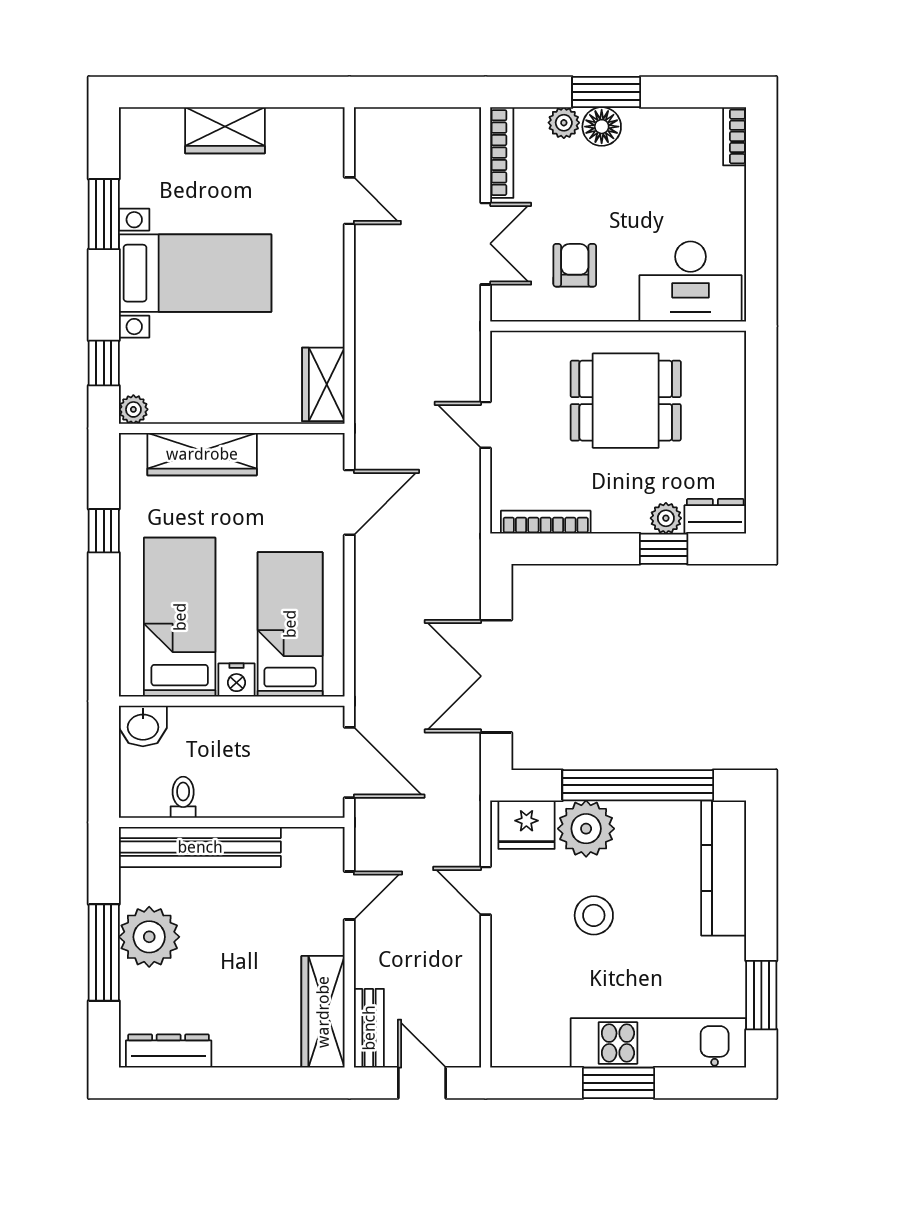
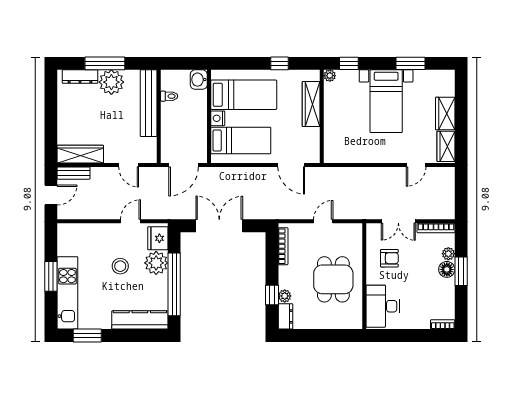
wardrobe: (323, 384) -> (446, 146), moved, turned -90
dresser: (169, 1051) -> (80, 77), moved, turned 90

